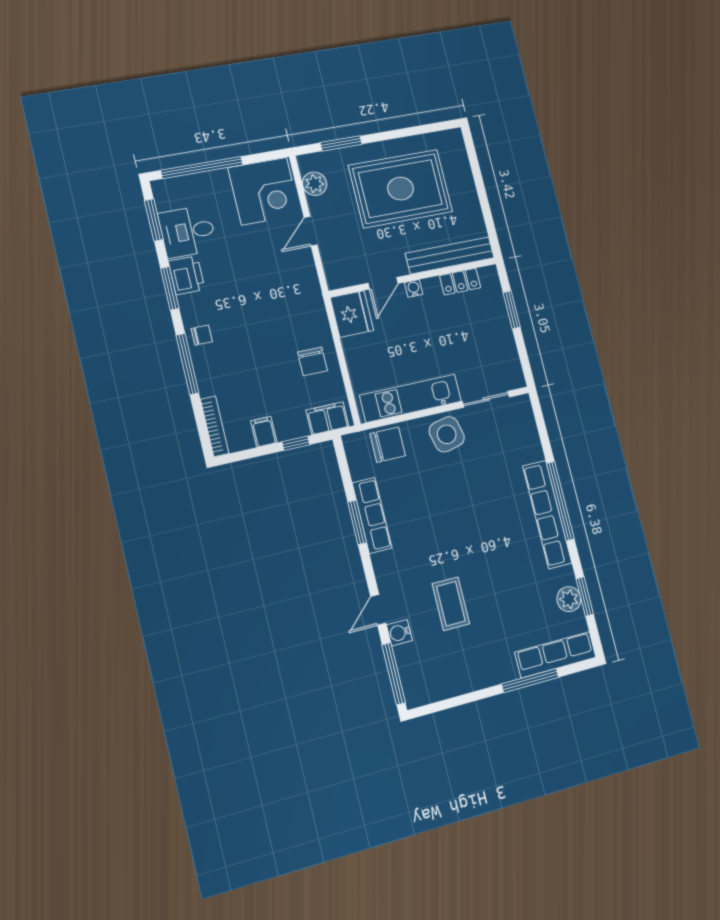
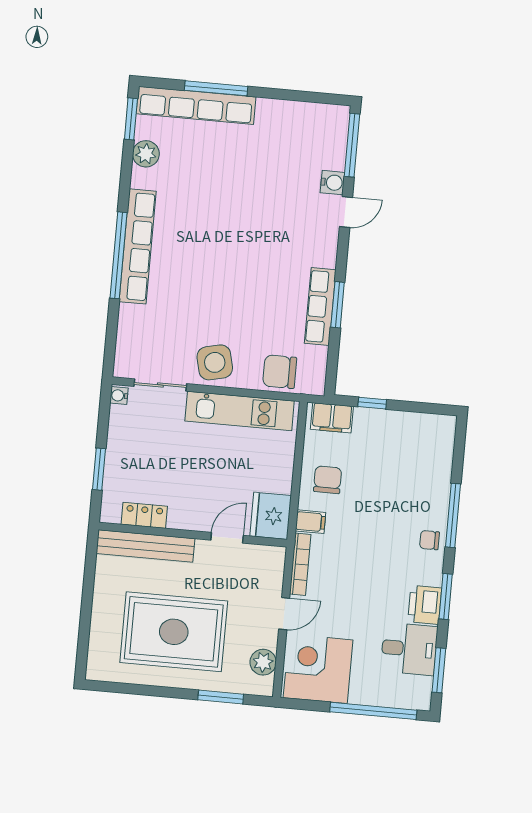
water cooler: (414, 288) -> (119, 396), moved, turned 90
bookcase: (215, 426) -> (300, 564), moved, turned 180
filing cabinet: (264, 432) -> (311, 522), moved, turned -90
window: (585, 596) -> (131, 119), moved
coffee table: (451, 604) -> (271, 192), removed
row of seats: (555, 655) -> (196, 105), width x1.36

